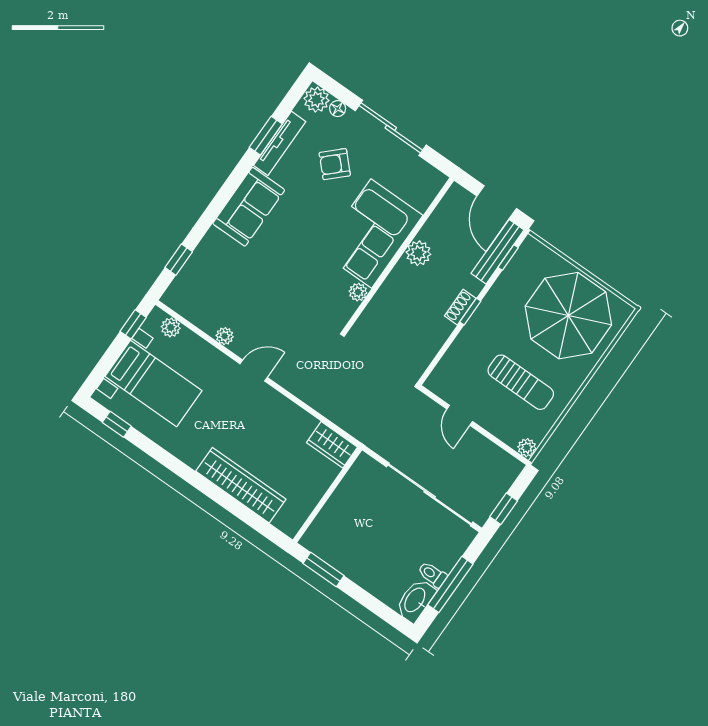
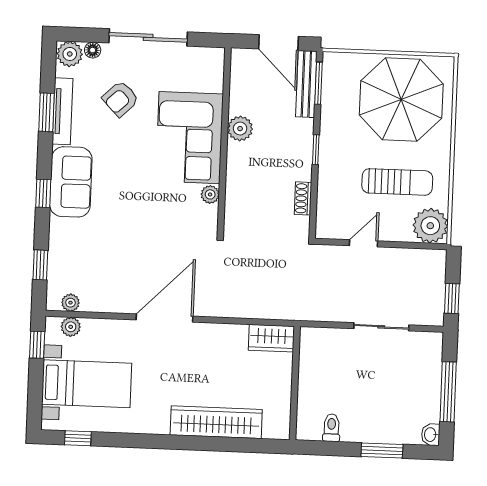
window: (220, 201) -> (43, 193), added
window: (508, 257) -> (318, 83), width x1.50
shoe rack: (460, 307) -> (303, 198), moved
plant: (225, 336) -> (70, 303), moved
door: (254, 371) -> (164, 318), width x1.87
door: (460, 415) -> (364, 243), swing flipped
plant: (527, 448) -> (430, 226), width x1.88, depth x1.88
sliding door: (430, 494) -> (381, 327), width x0.54
window: (323, 570) -> (382, 450), moved
toilet: (432, 574) -> (331, 428), moved, turned 90
washbasin: (415, 600) -> (431, 435), width x0.52, depth x0.69

